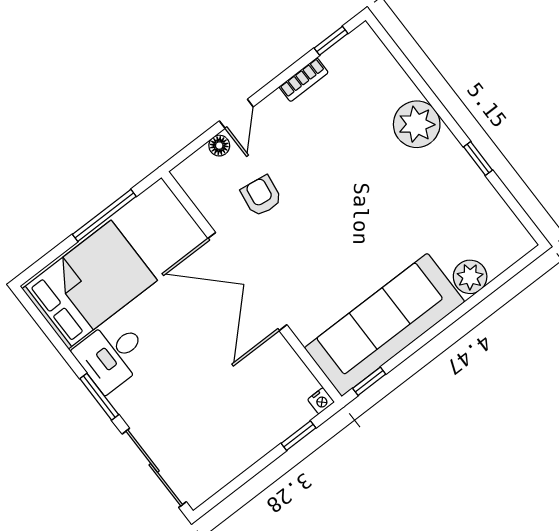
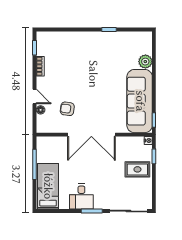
plant: (417, 124) -> (83, 41), removed
bed: (90, 285) -> (48, 186), width x0.67
rug: (249, 423) -> (137, 169), added

